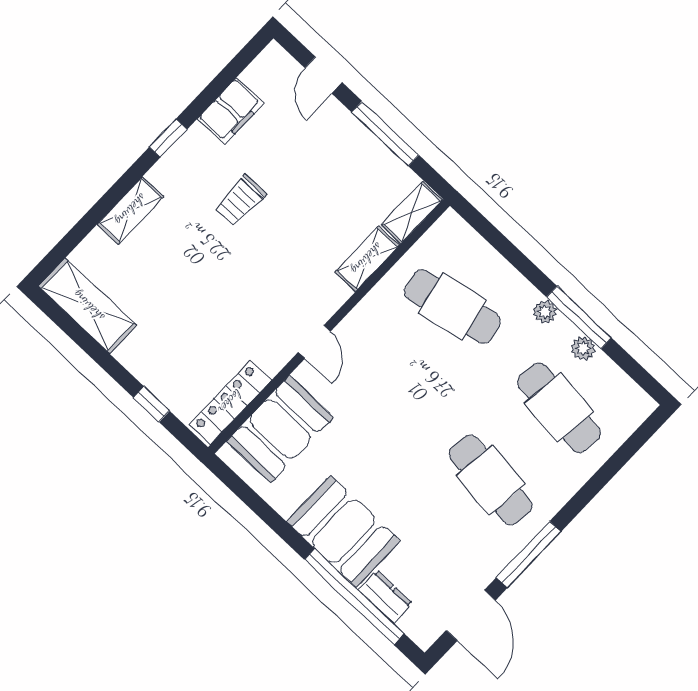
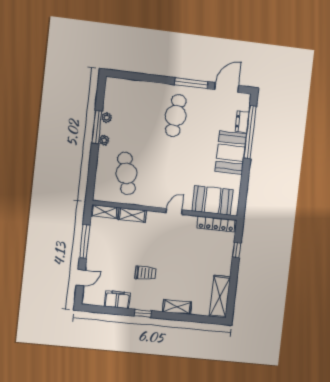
cafe table: (559, 408) -> (133, 110), removed

